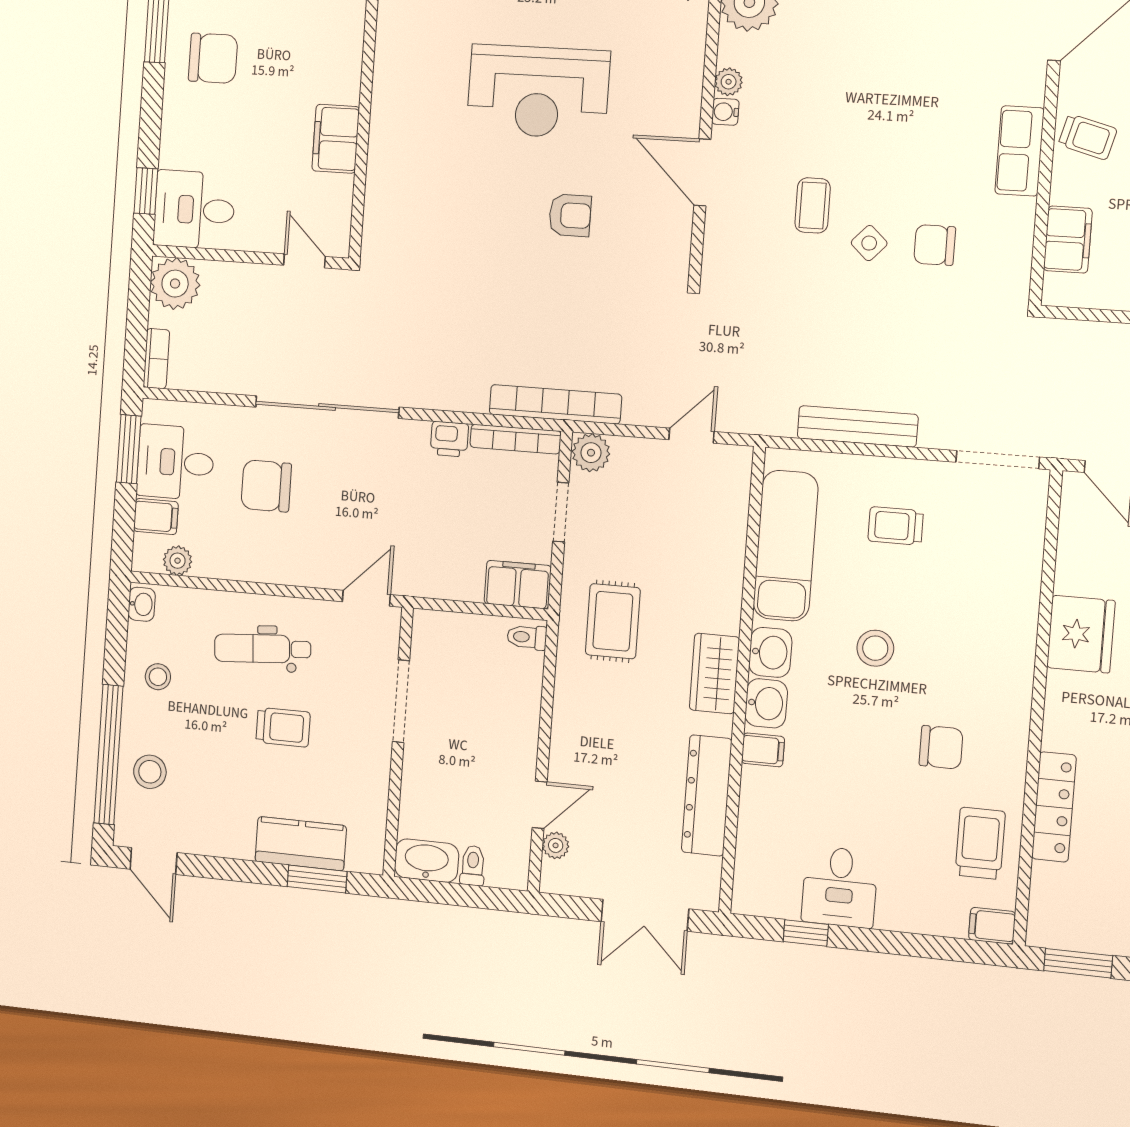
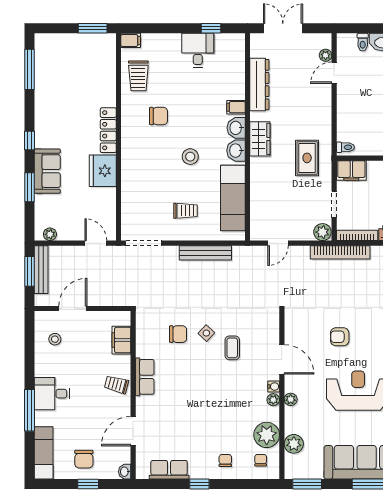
plant: (689, 80) -> (291, 399), added
chair: (941, 747) -> (158, 116), turned 180
locker: (1054, 807) -> (108, 130), moved

